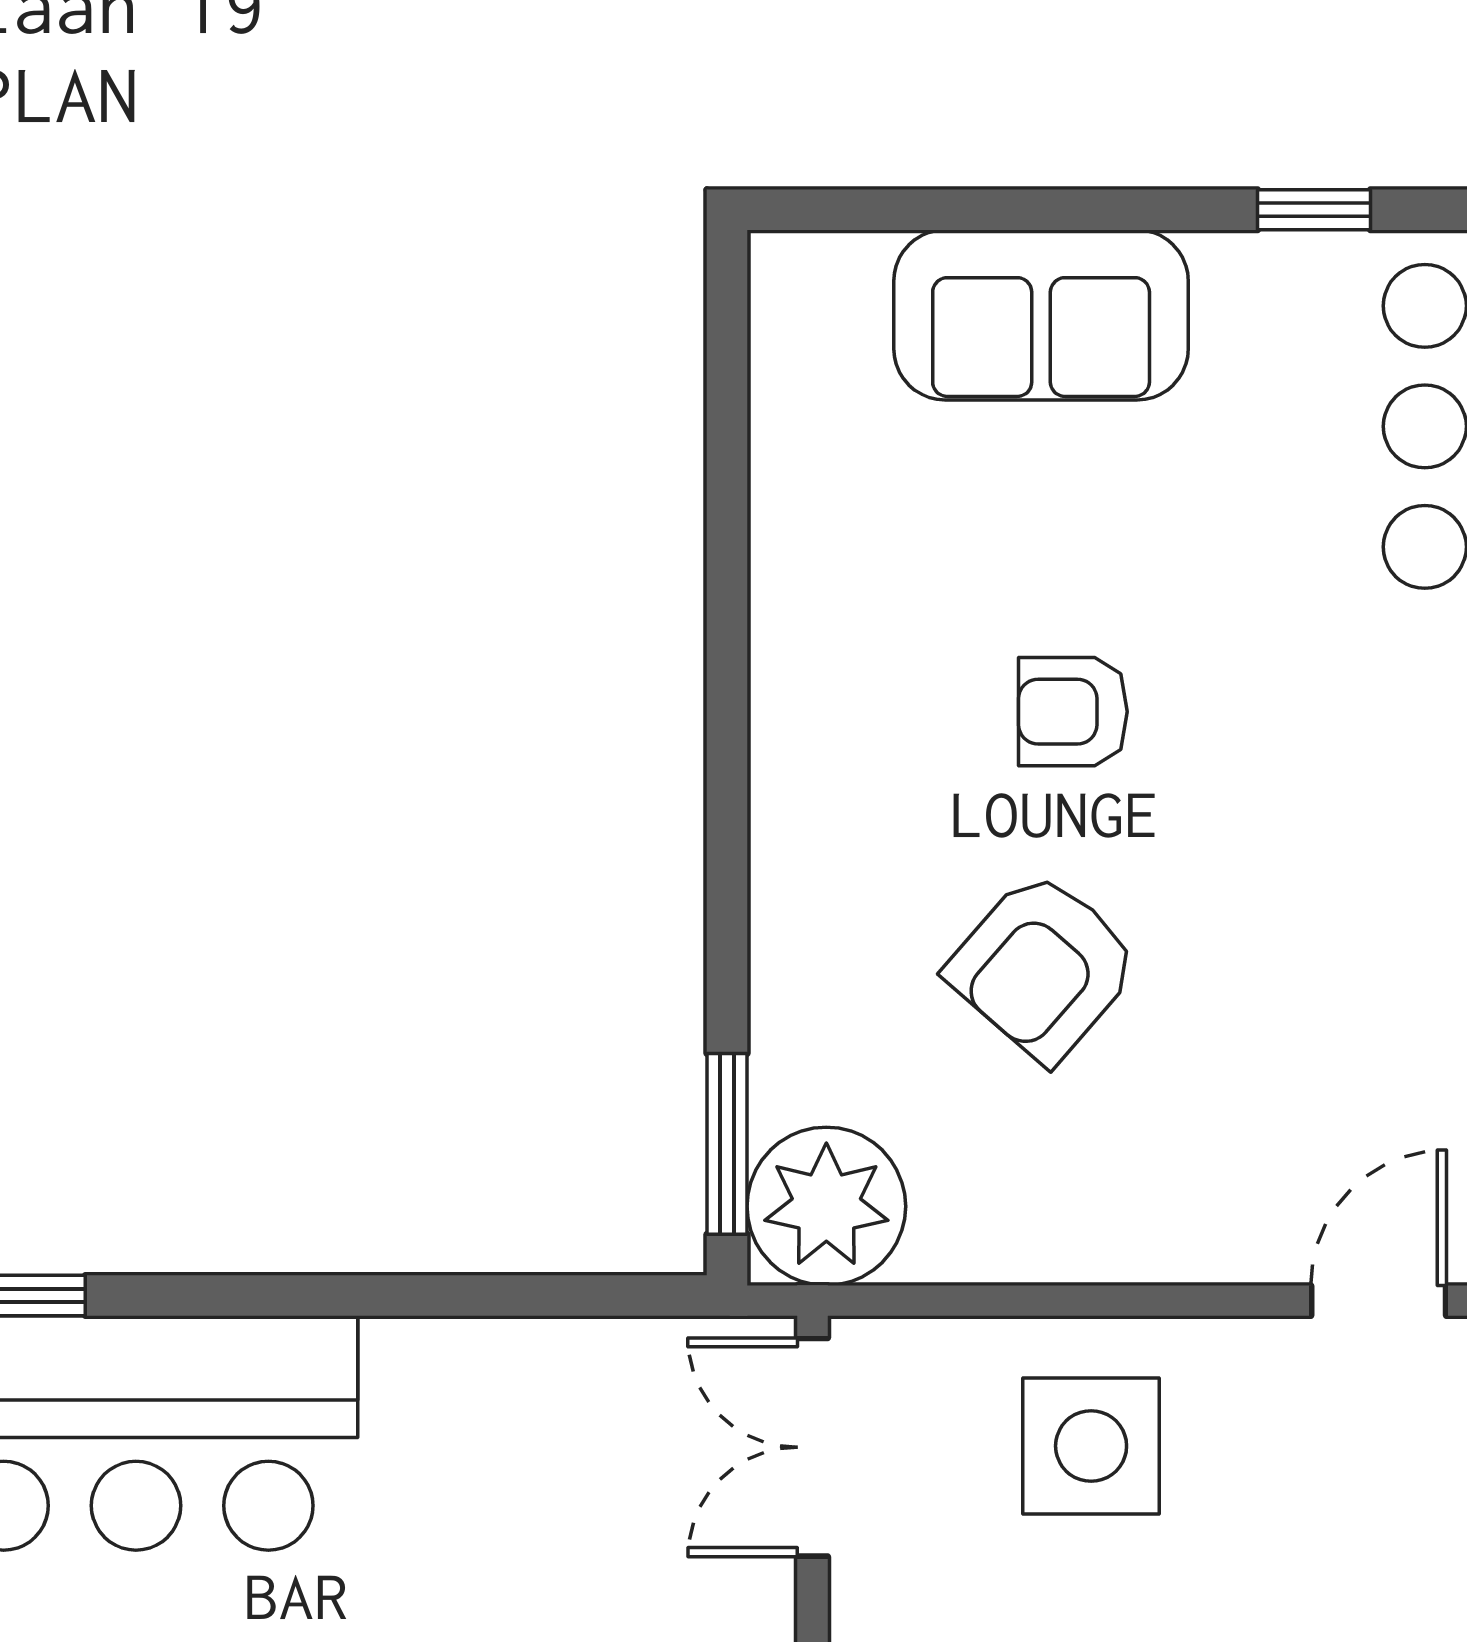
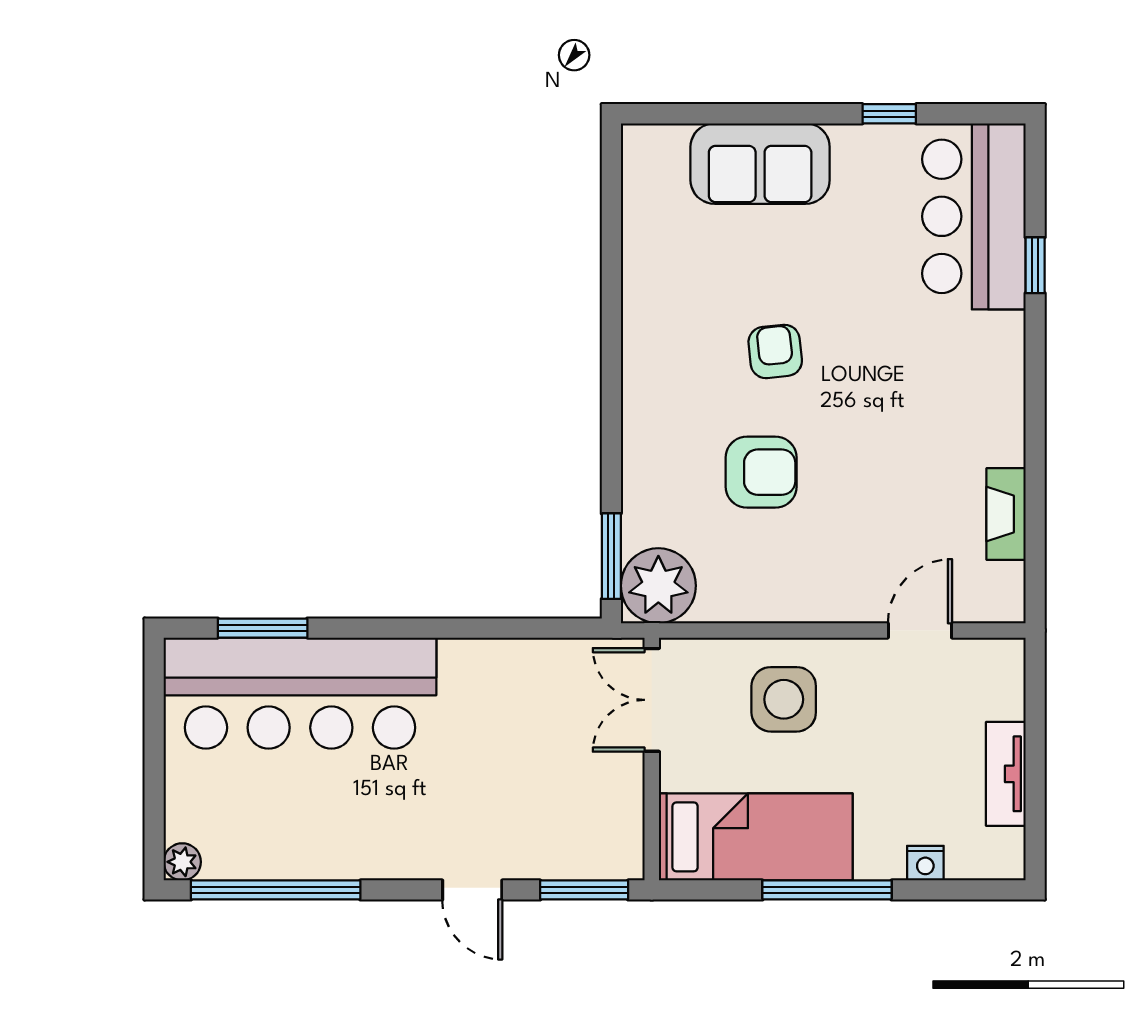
armchair: (1073, 712) -> (775, 351), turned 84
armchair: (1043, 966) -> (761, 472), turned -131

